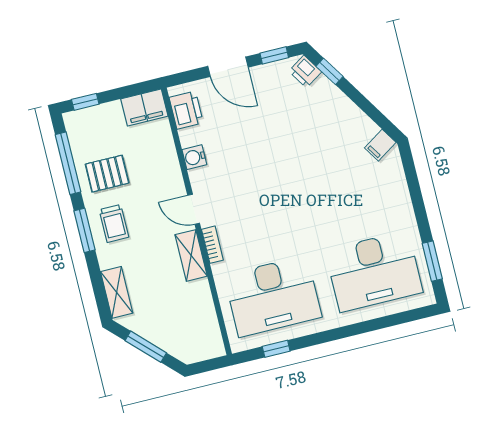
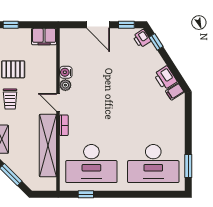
printer: (186, 110) -> (165, 78), moved, turned 147
plant: (199, 178) -> (65, 85), added
shelving: (191, 255) -> (48, 146), width x2.20, depth x1.33

